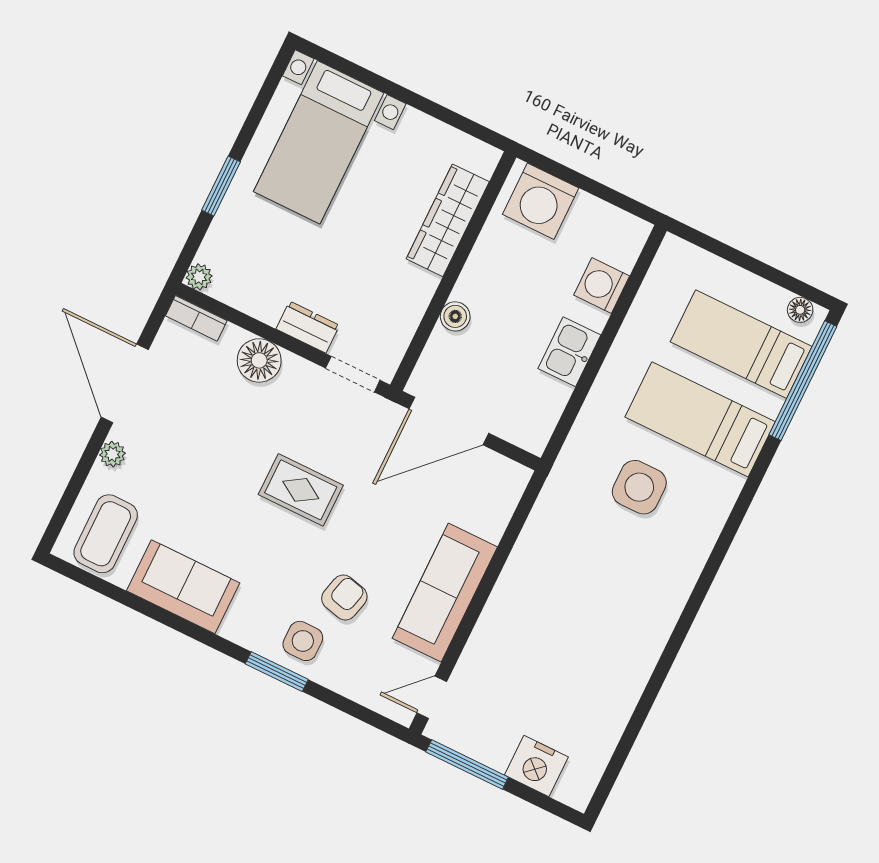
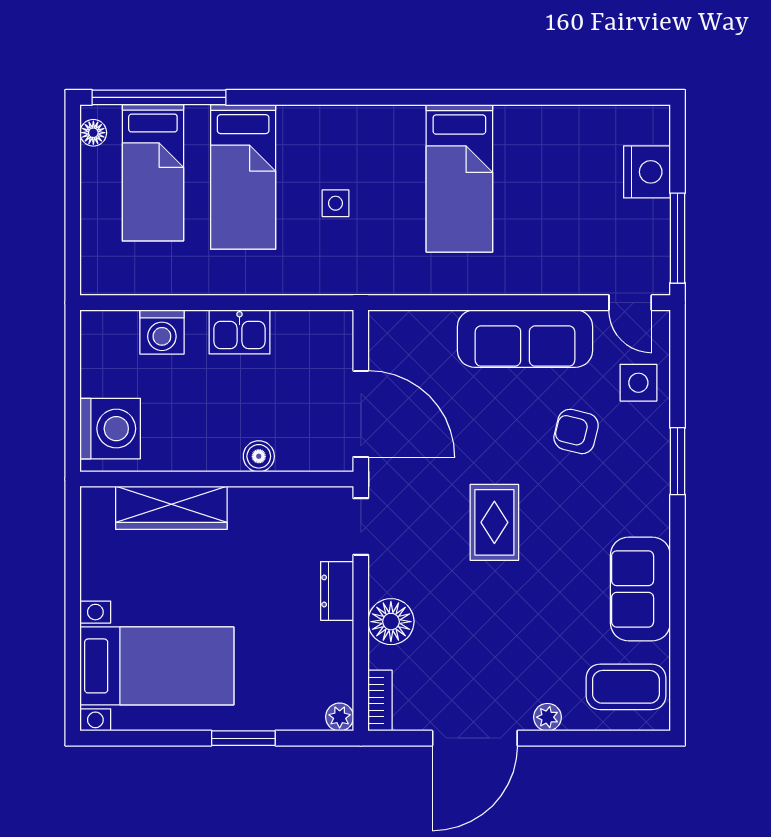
side table: (639, 487) -> (335, 203), width x0.54, depth x0.54
bed: (609, 603) -> (459, 178), added
side table: (303, 641) -> (638, 383), moved

